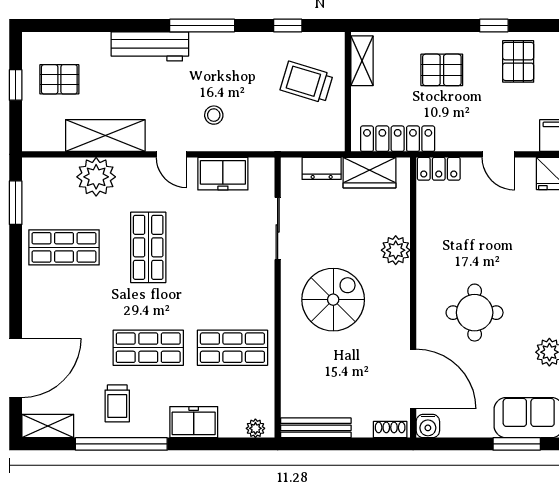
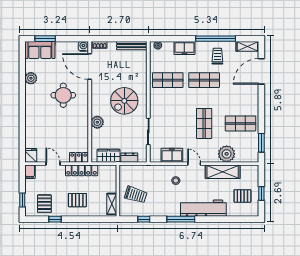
workbench: (150, 46) -> (203, 208), width x1.36, depth x1.32
locker: (398, 139) -> (82, 170), moved

